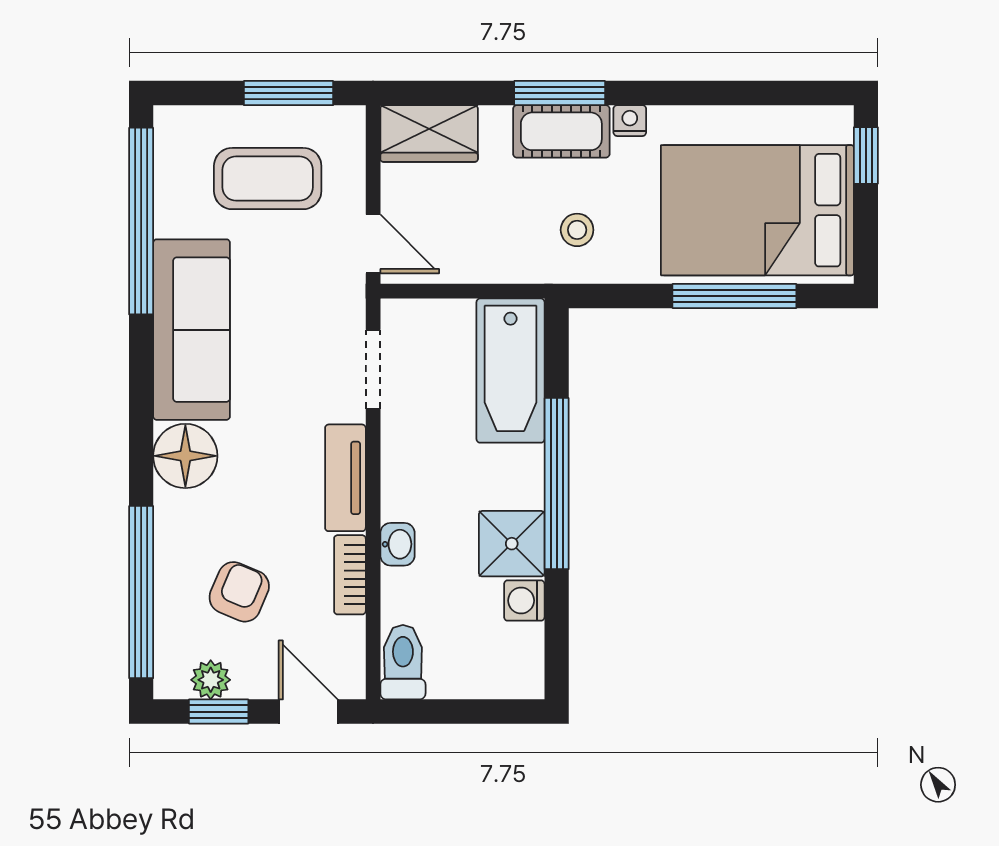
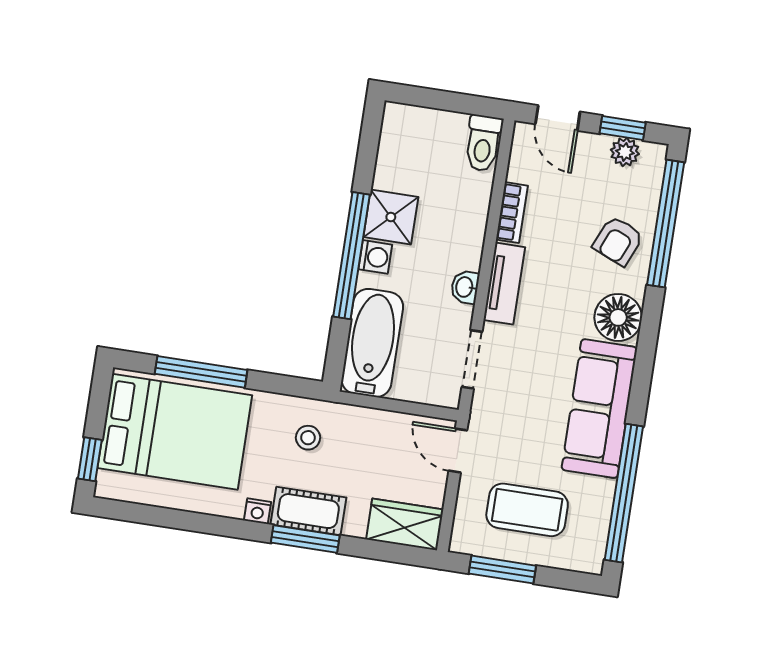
washbasin: (397, 544) -> (465, 287), moved
armchair: (239, 592) -> (618, 241), moved
washing machine: (524, 601) -> (375, 257), moved

